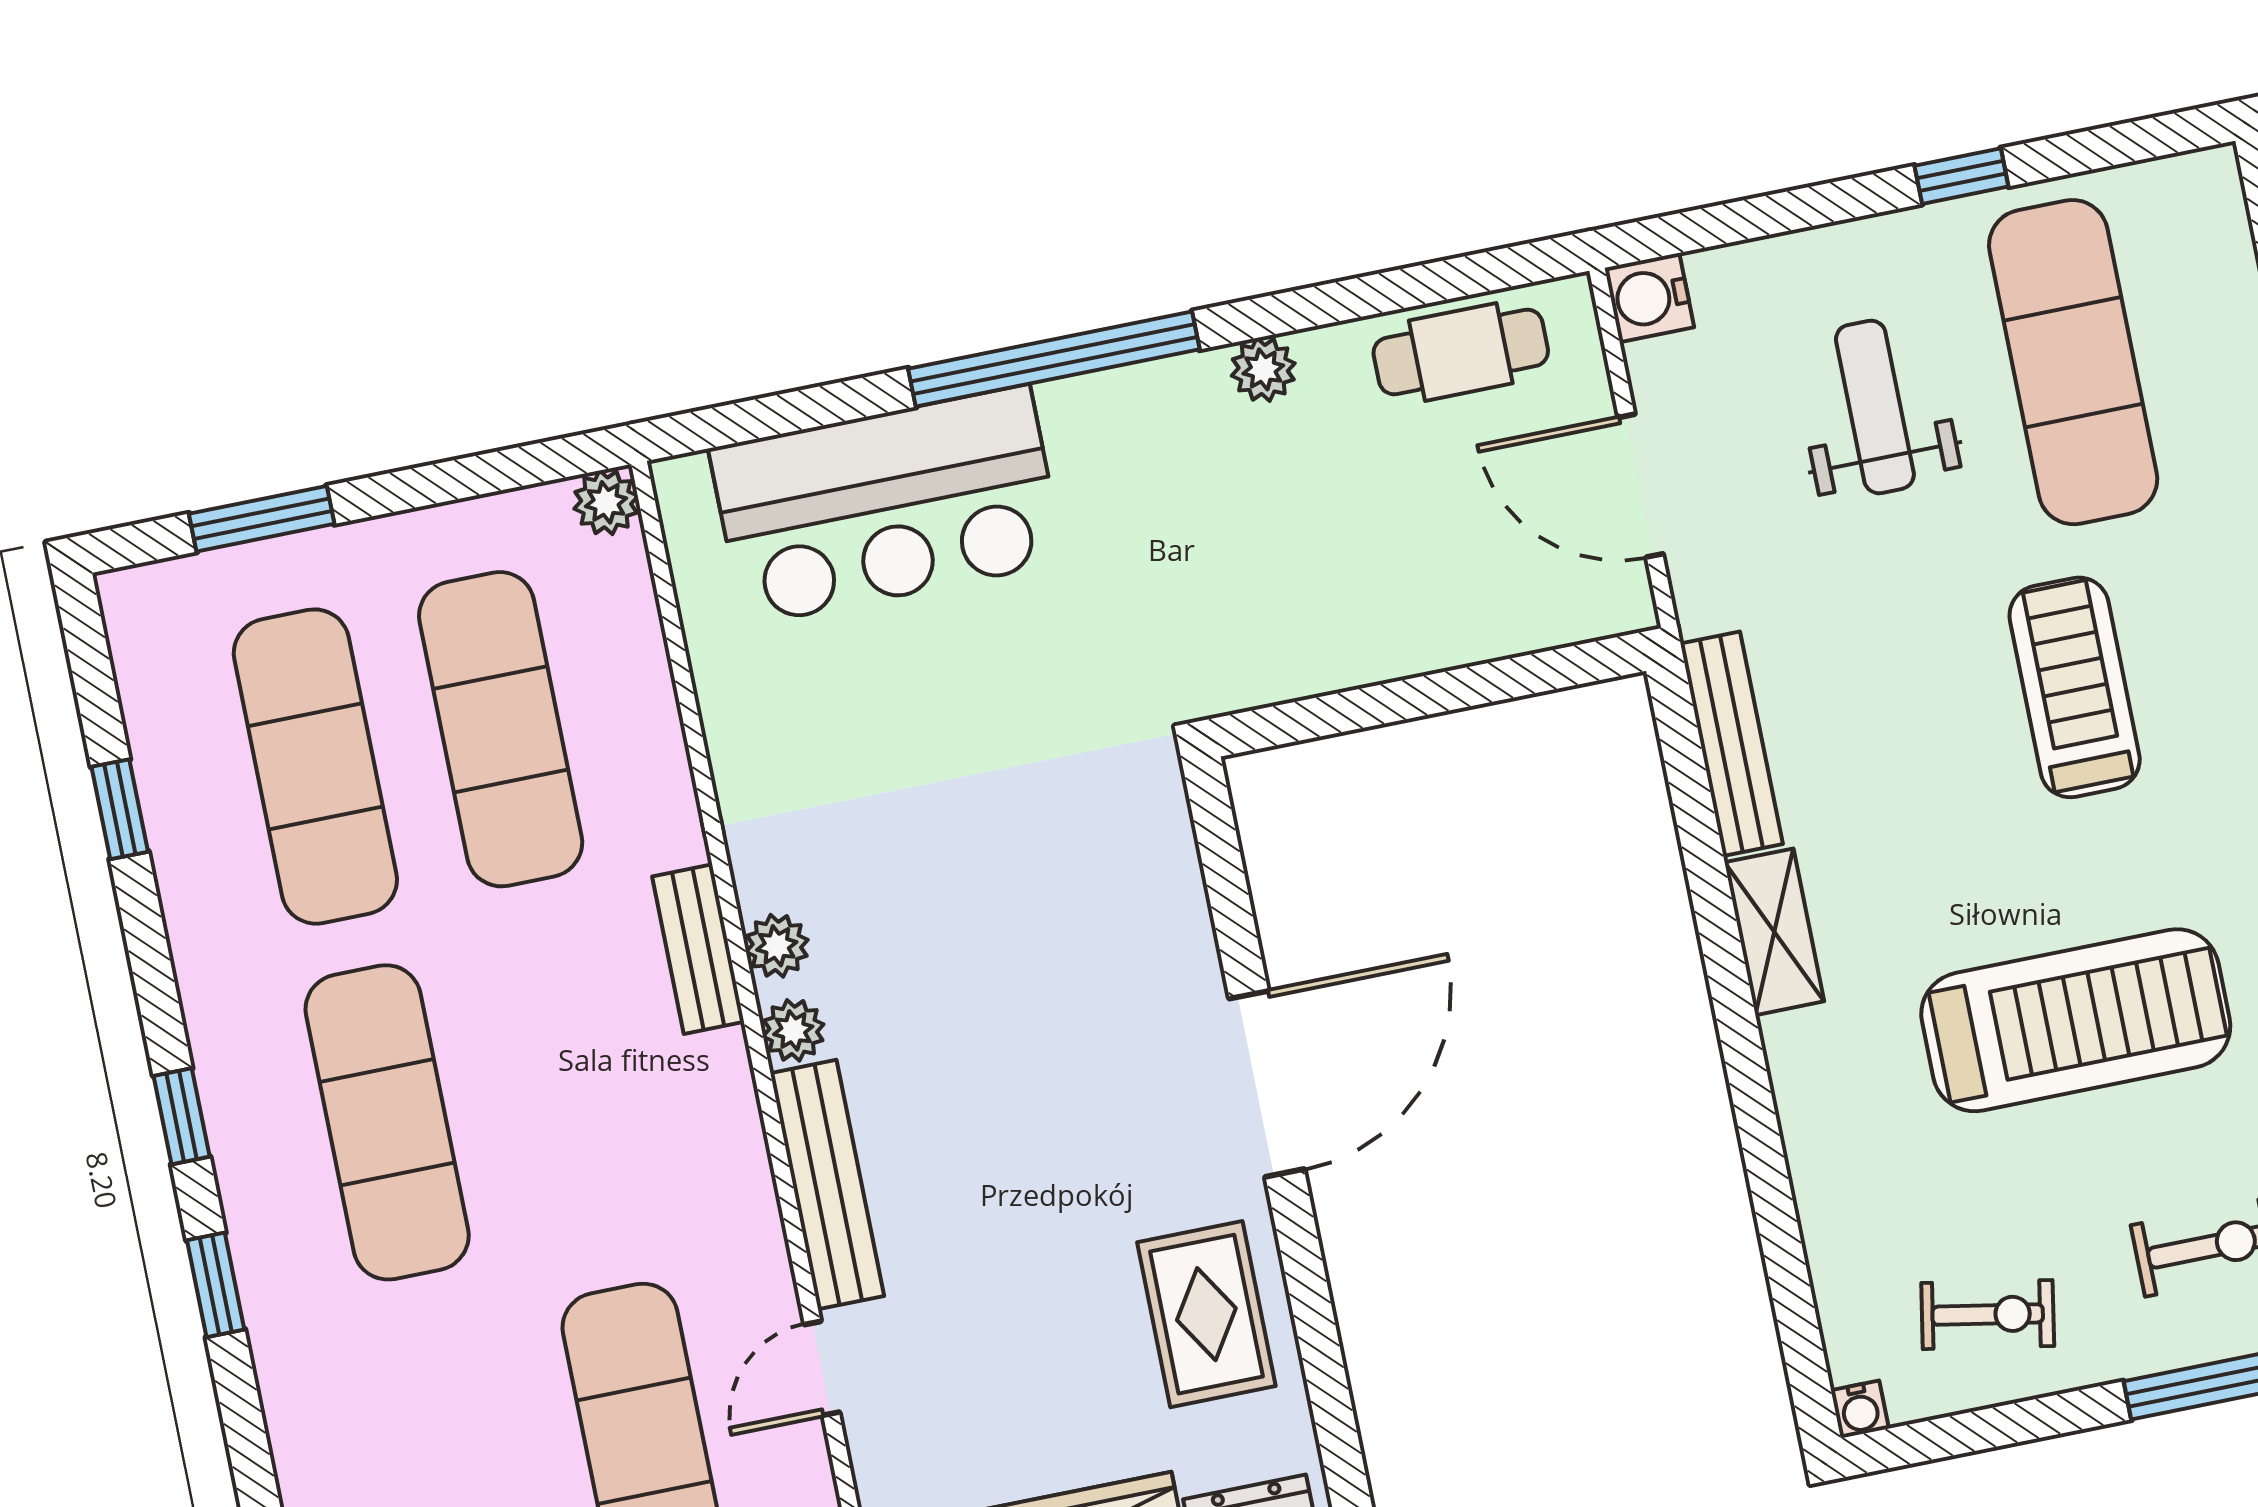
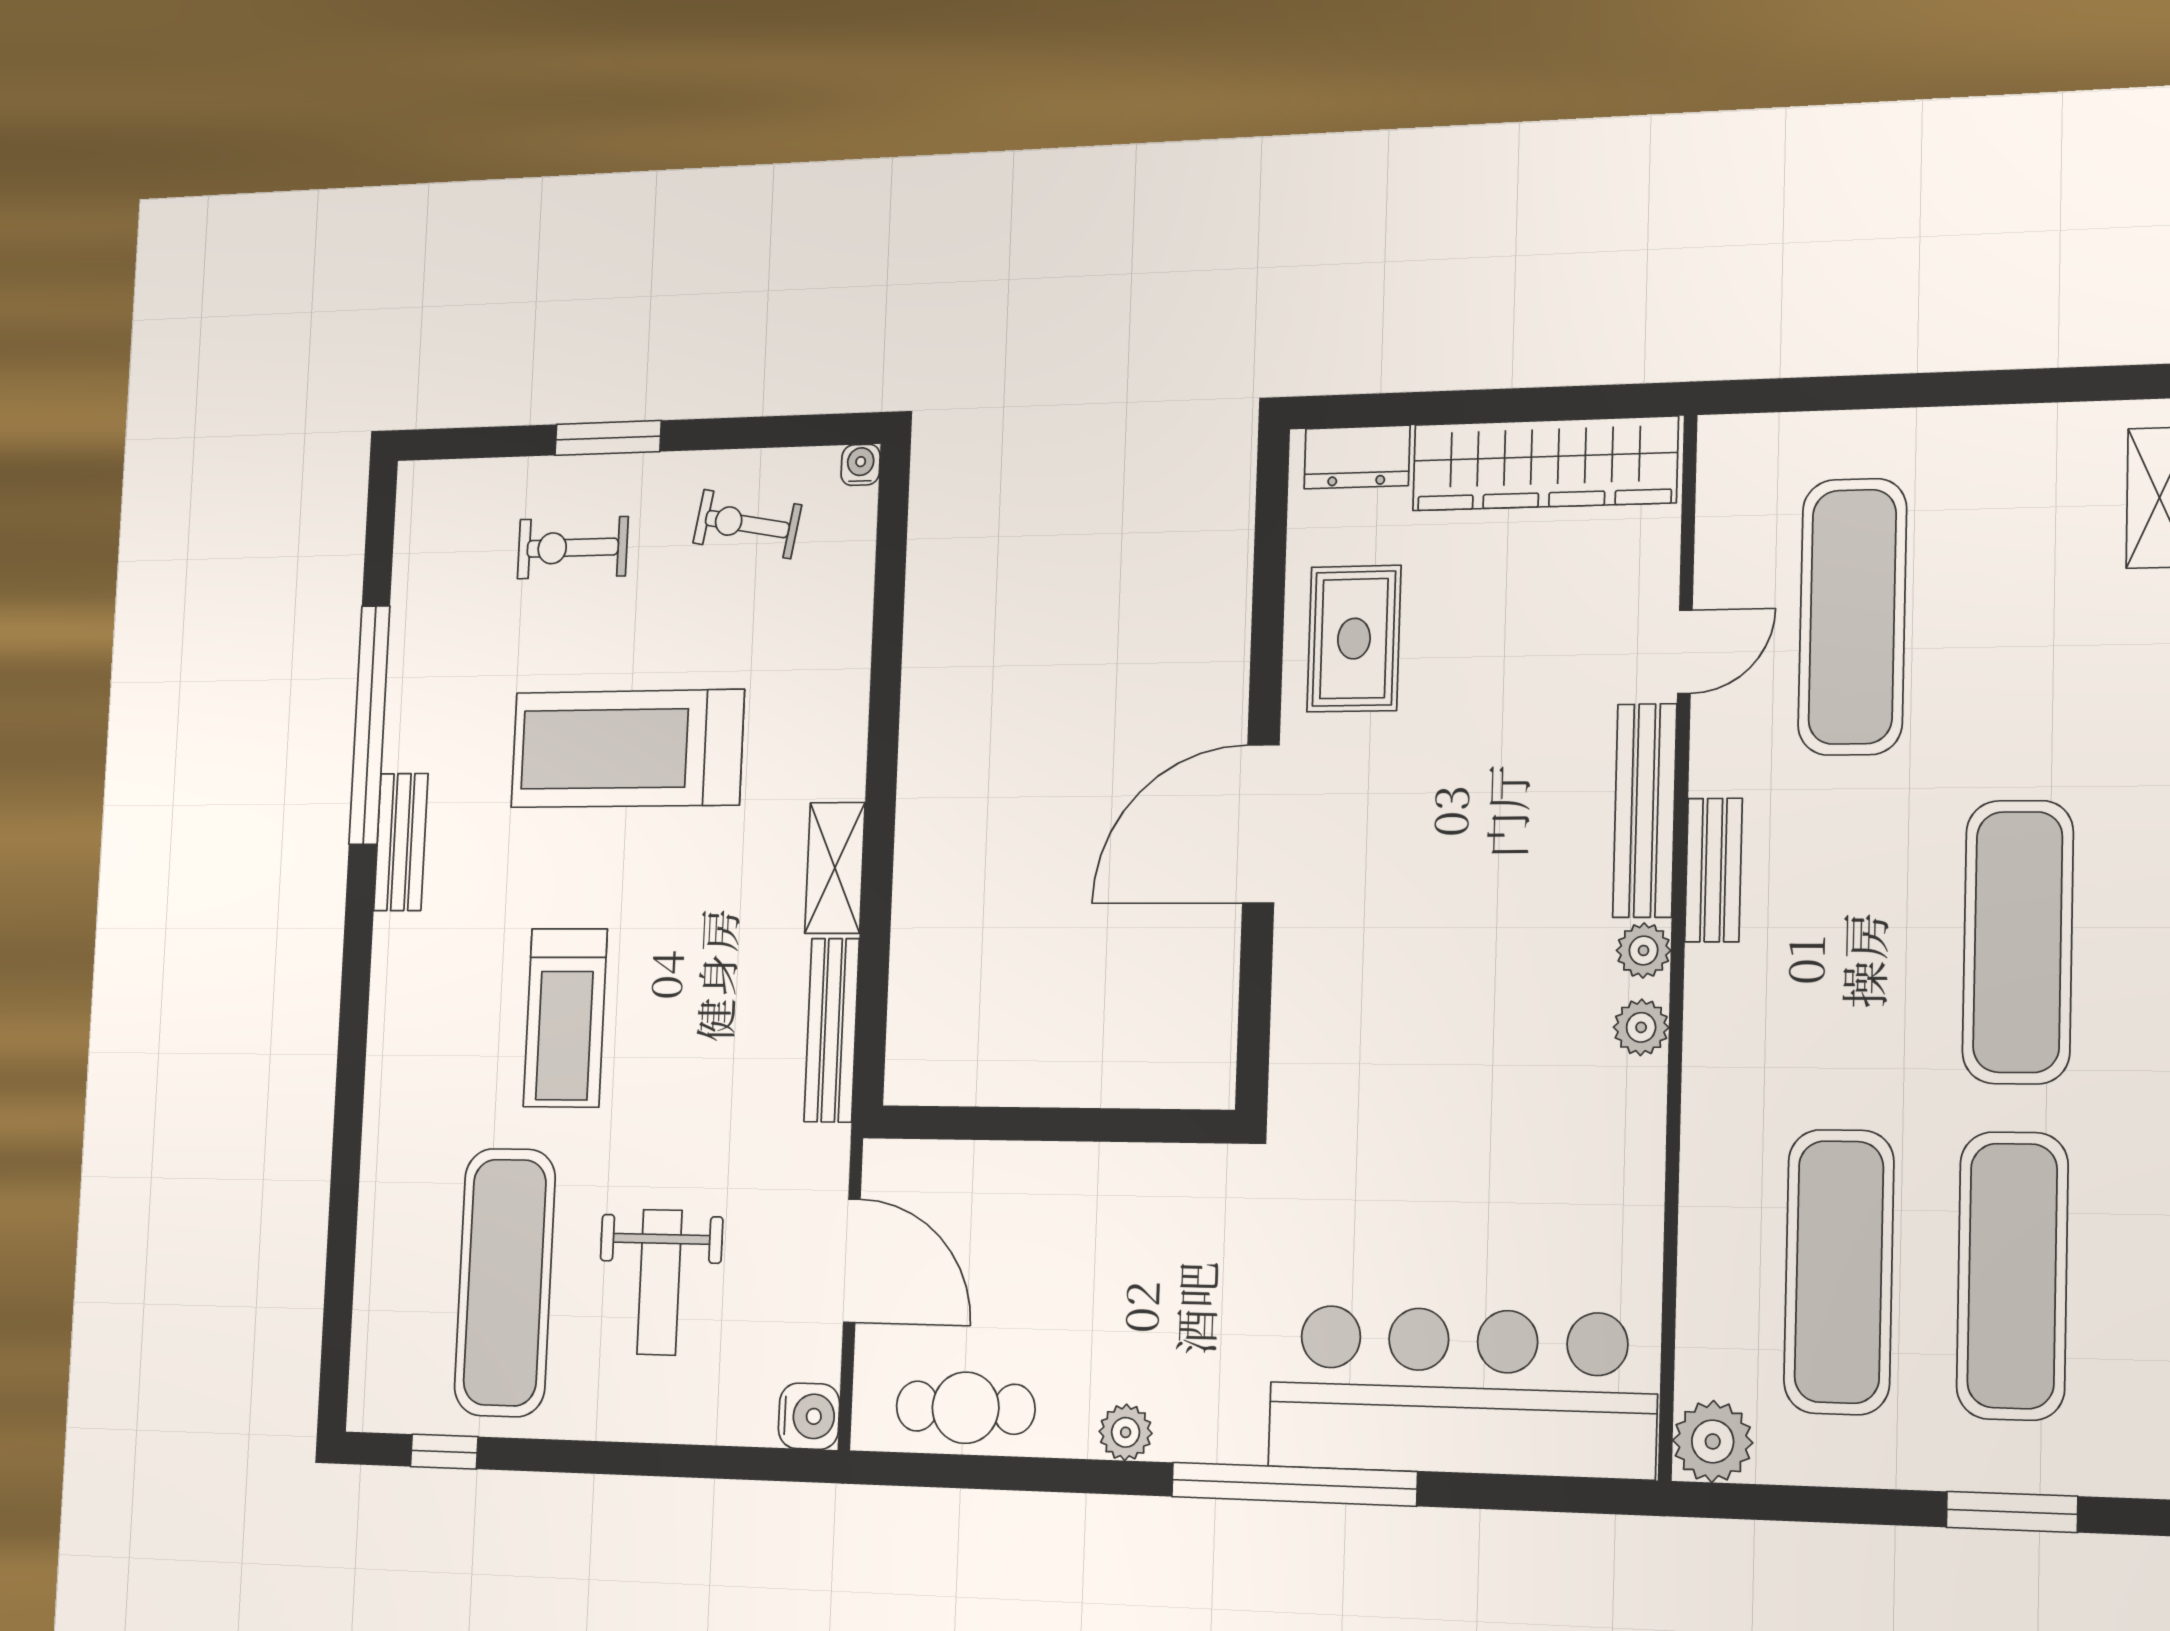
window: (1961, 176) -> (444, 1452), moved
plant: (606, 502) -> (1713, 1441), width x1.38, depth x1.38
bar counter: (887, 505) -> (1462, 1391), width x1.36
bench: (698, 949) -> (1713, 870), moved

